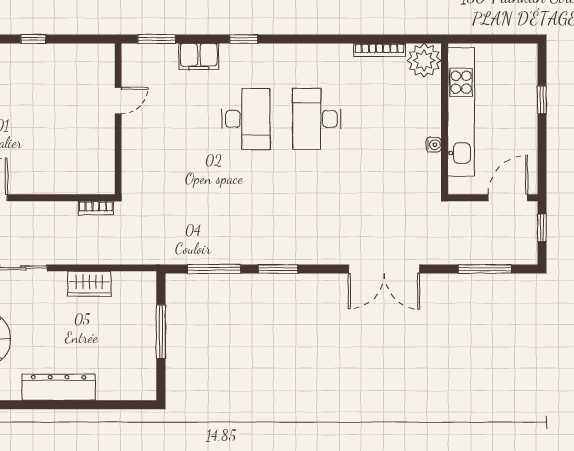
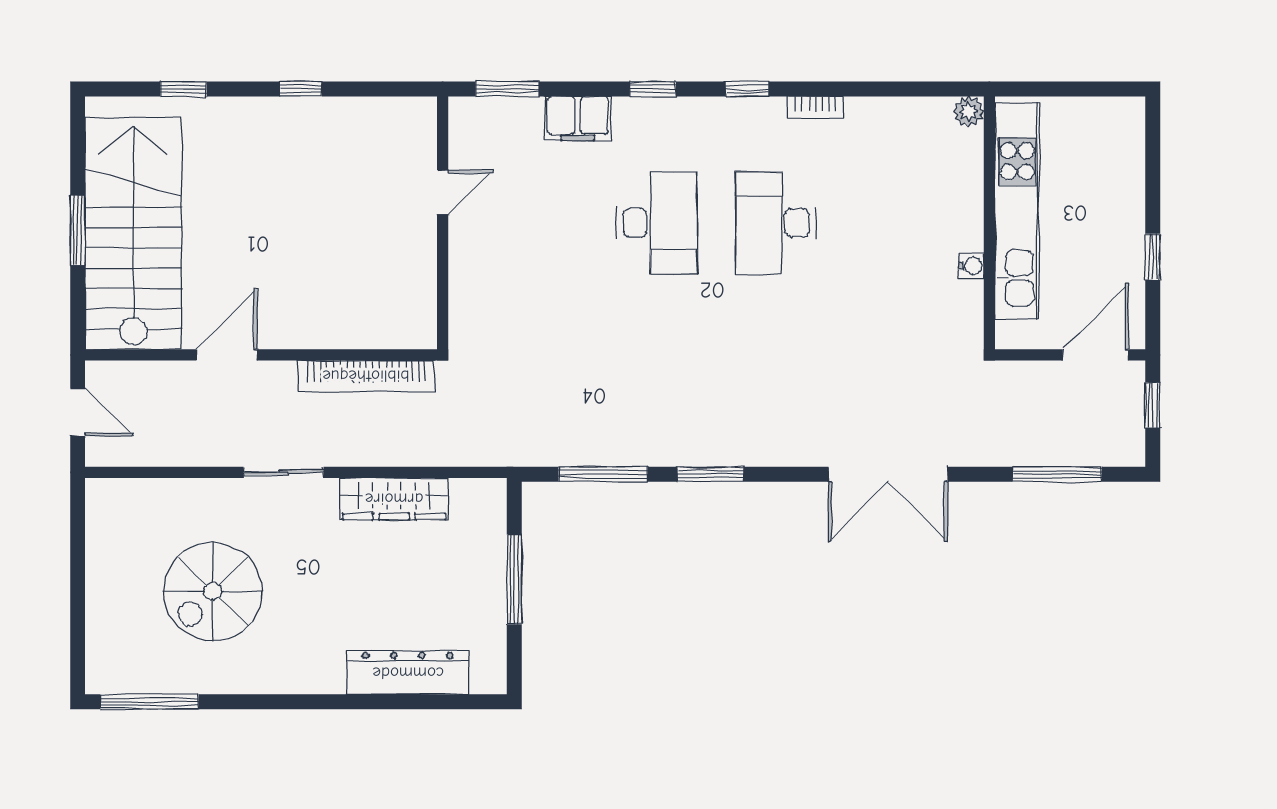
window: (300, 39) -> (747, 89), added
bookcase: (379, 50) -> (816, 107), moved, width x0.64
plant: (424, 60) -> (969, 112), width x0.53, depth x0.53
window: (542, 100) -> (1153, 257), moved
bookcase: (96, 208) -> (366, 376), width x2.31, depth x1.31
wardrobe: (89, 284) -> (394, 499), width x1.50
dresser: (59, 387) -> (408, 673), moved

